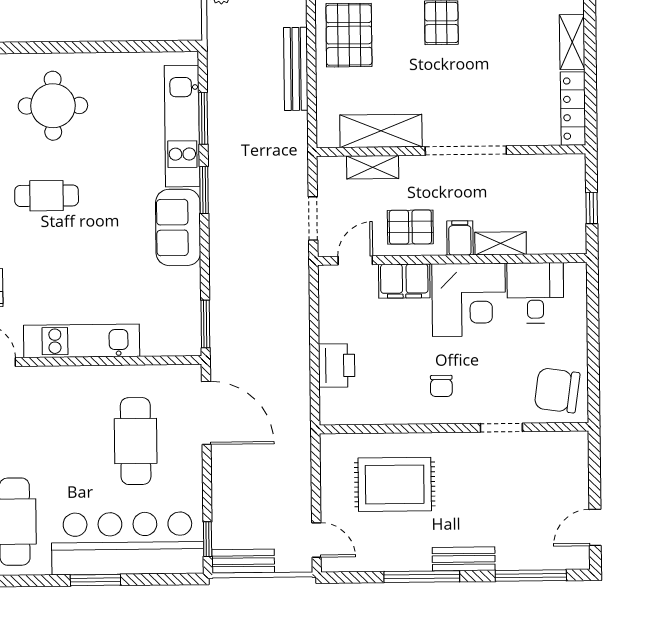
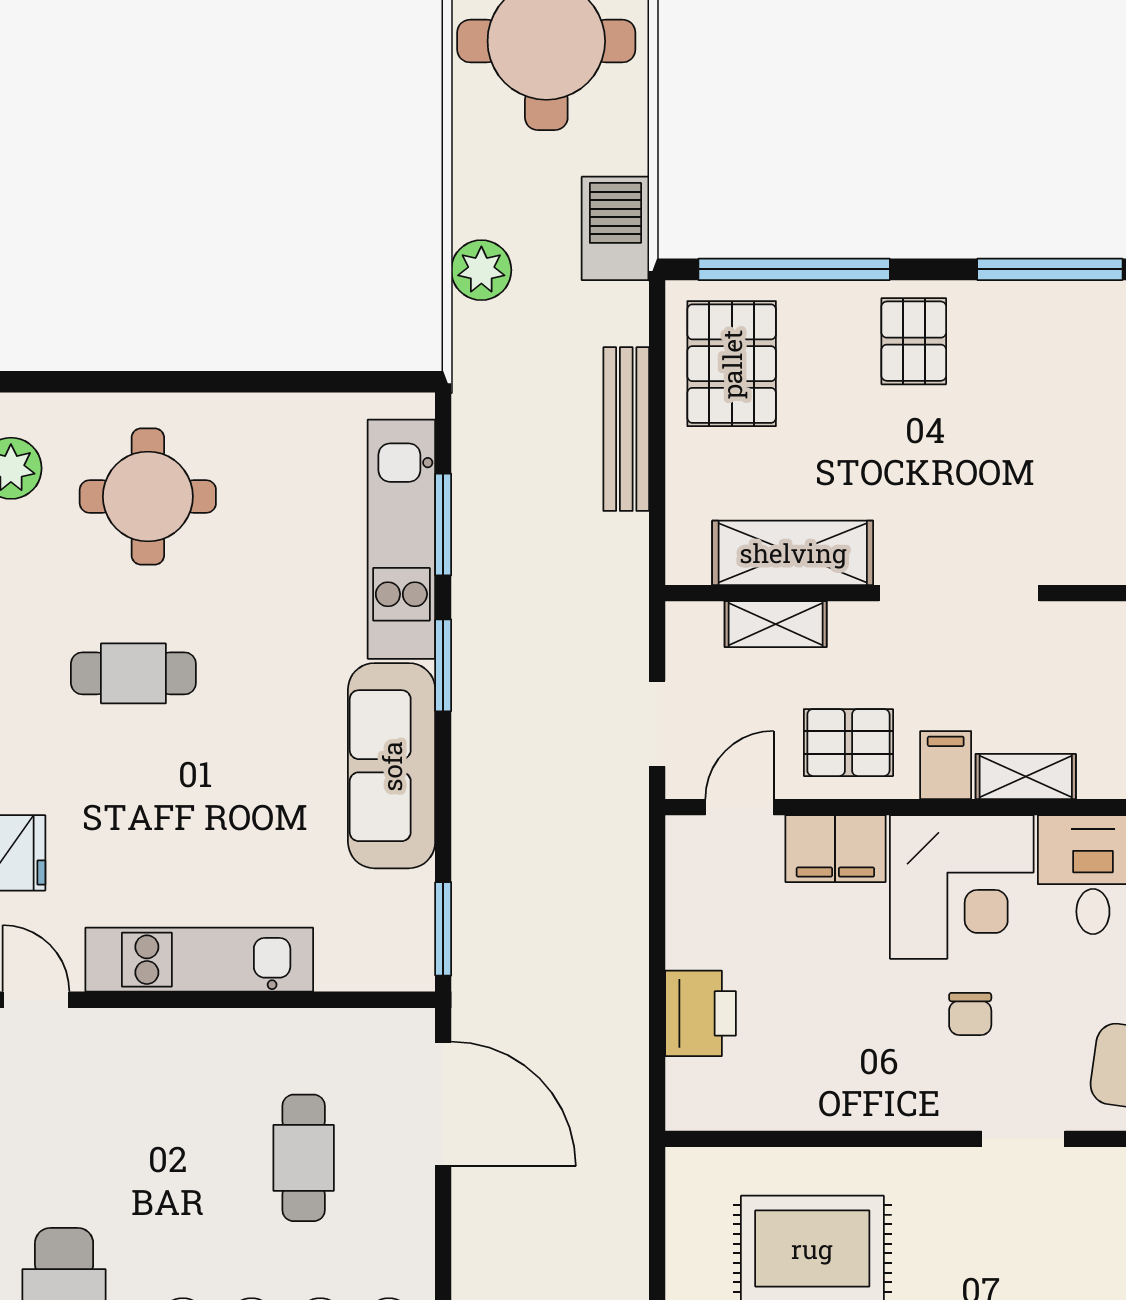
sofa: (178, 227) -> (392, 766), width x1.36
chair: (441, 386) -> (970, 1014), moved
cafe table: (136, 441) -> (304, 1158), width x0.73, depth x0.74

